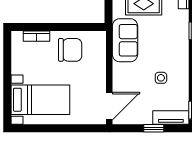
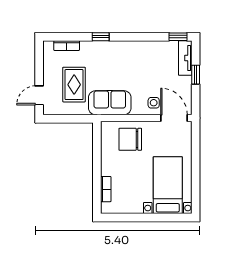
chair: (70, 50) -> (130, 139), moved, turned -90
side table: (161, 78) -> (154, 103), moved

